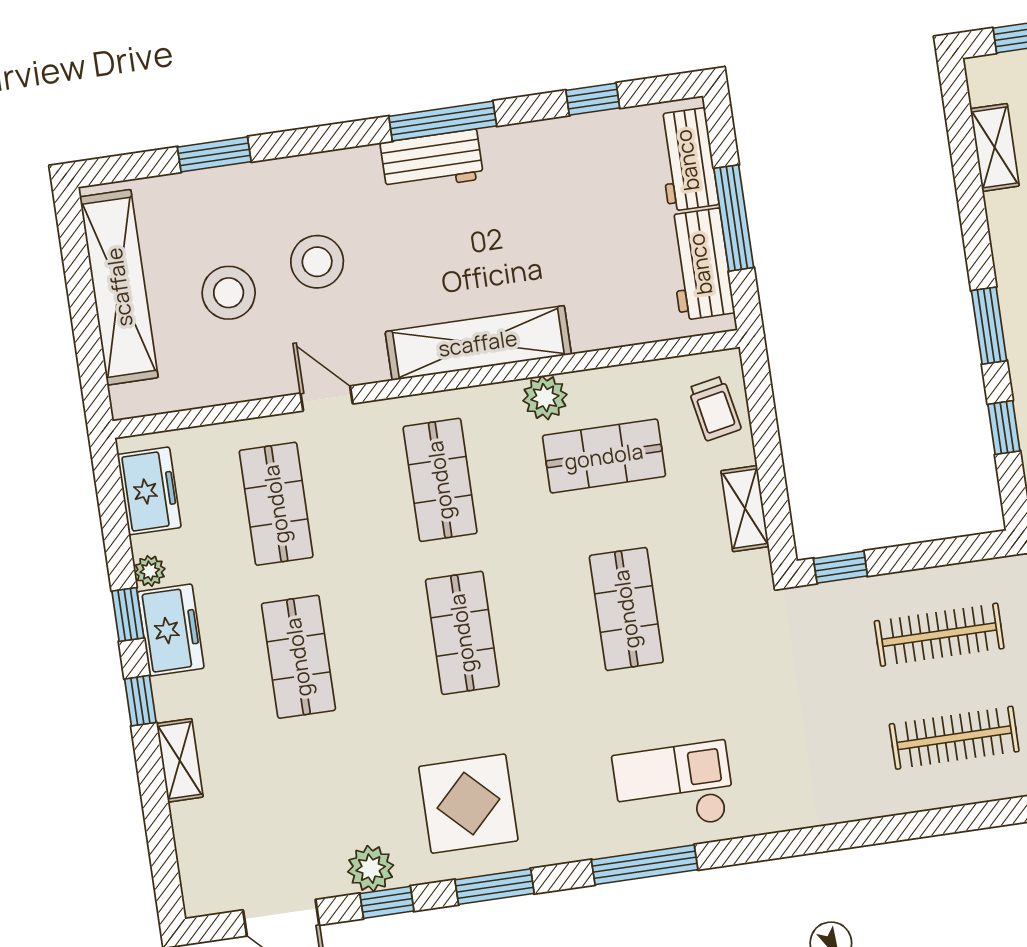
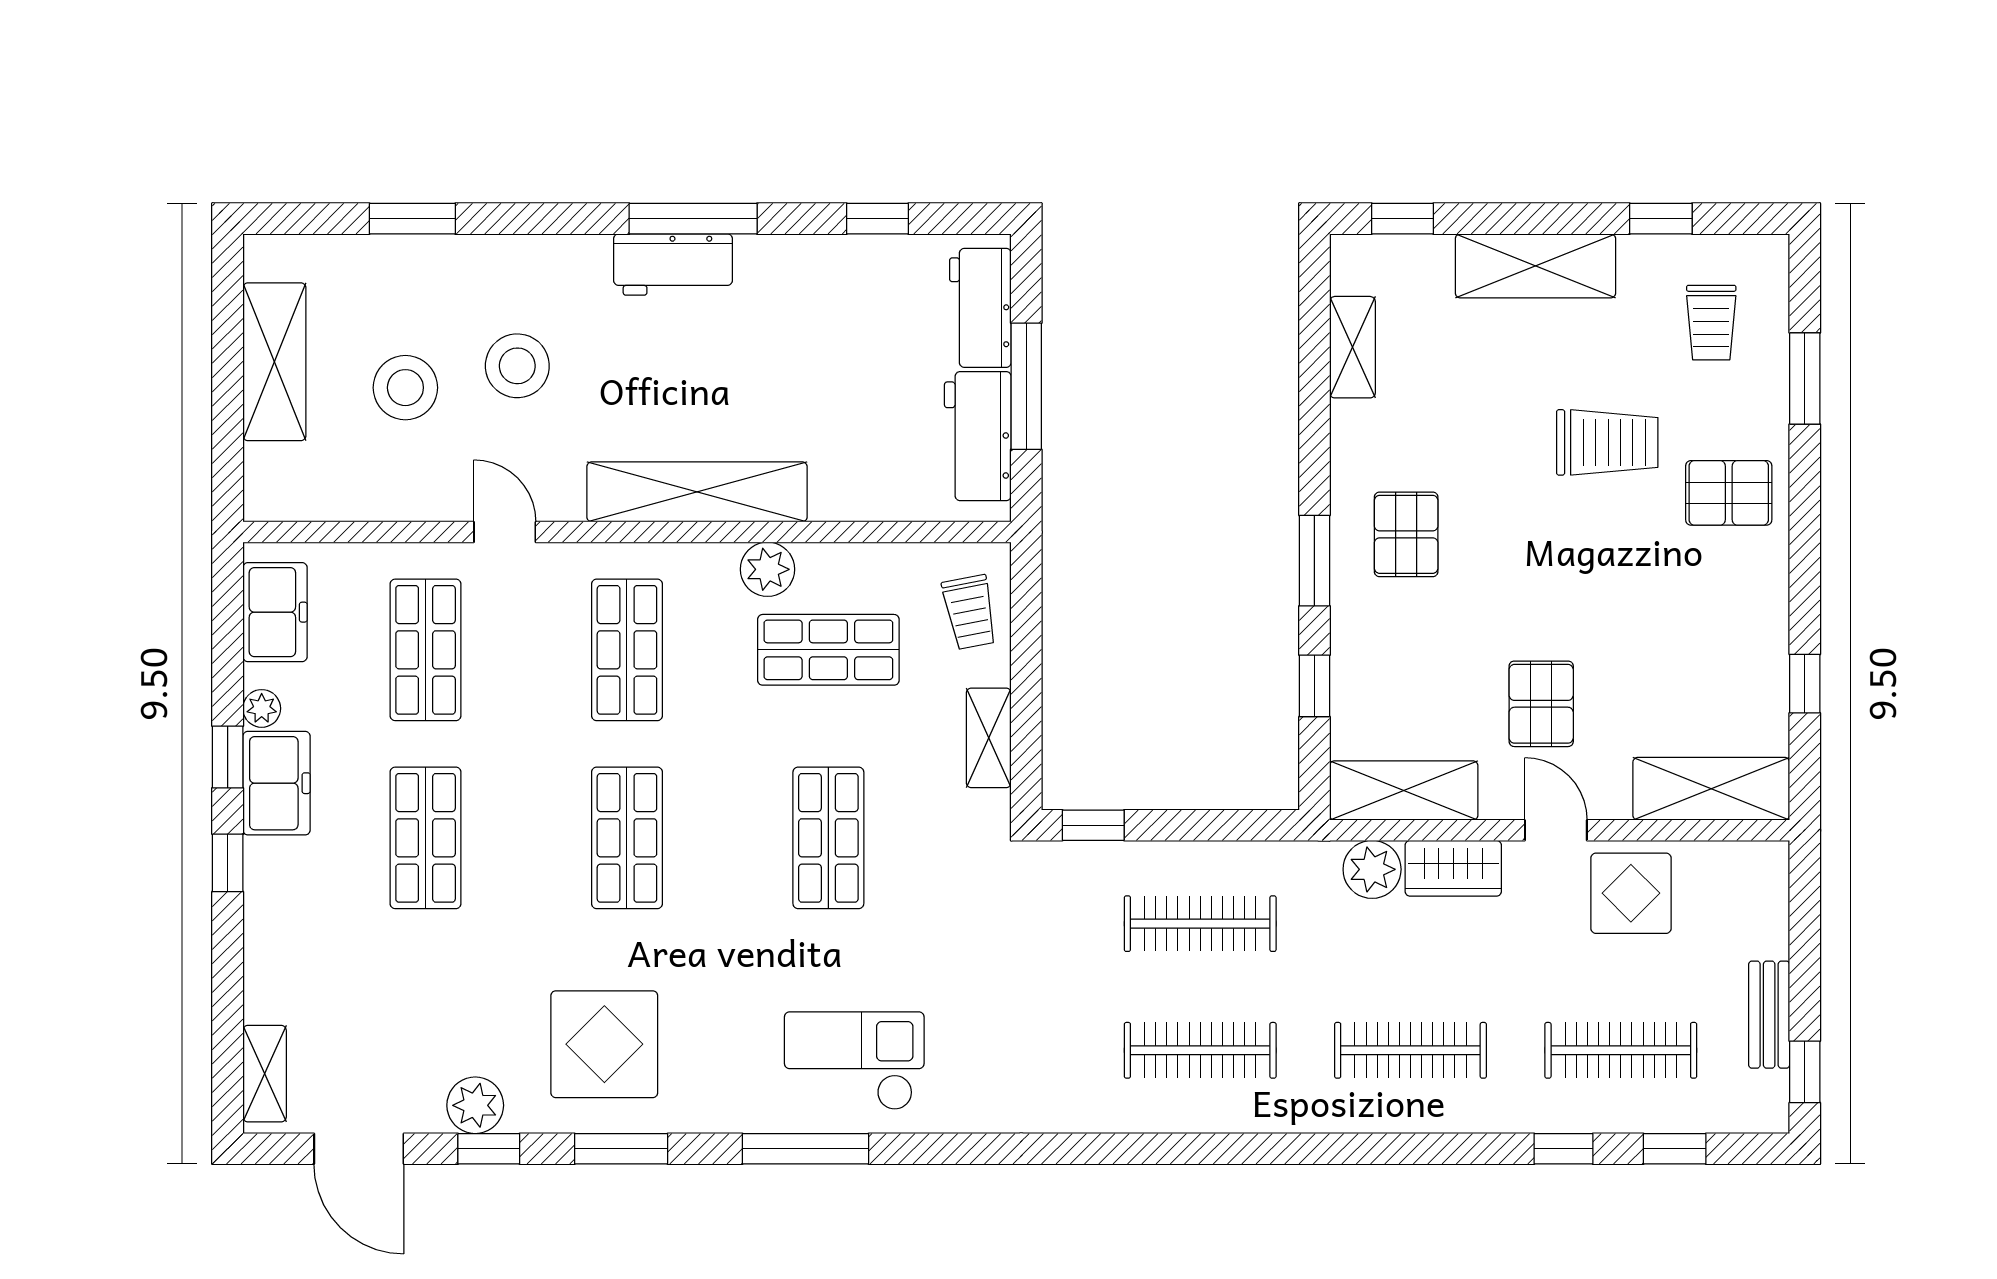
shelving: (119, 287) -> (274, 362), width x0.68
shelving: (180, 760) -> (265, 1074), moved

